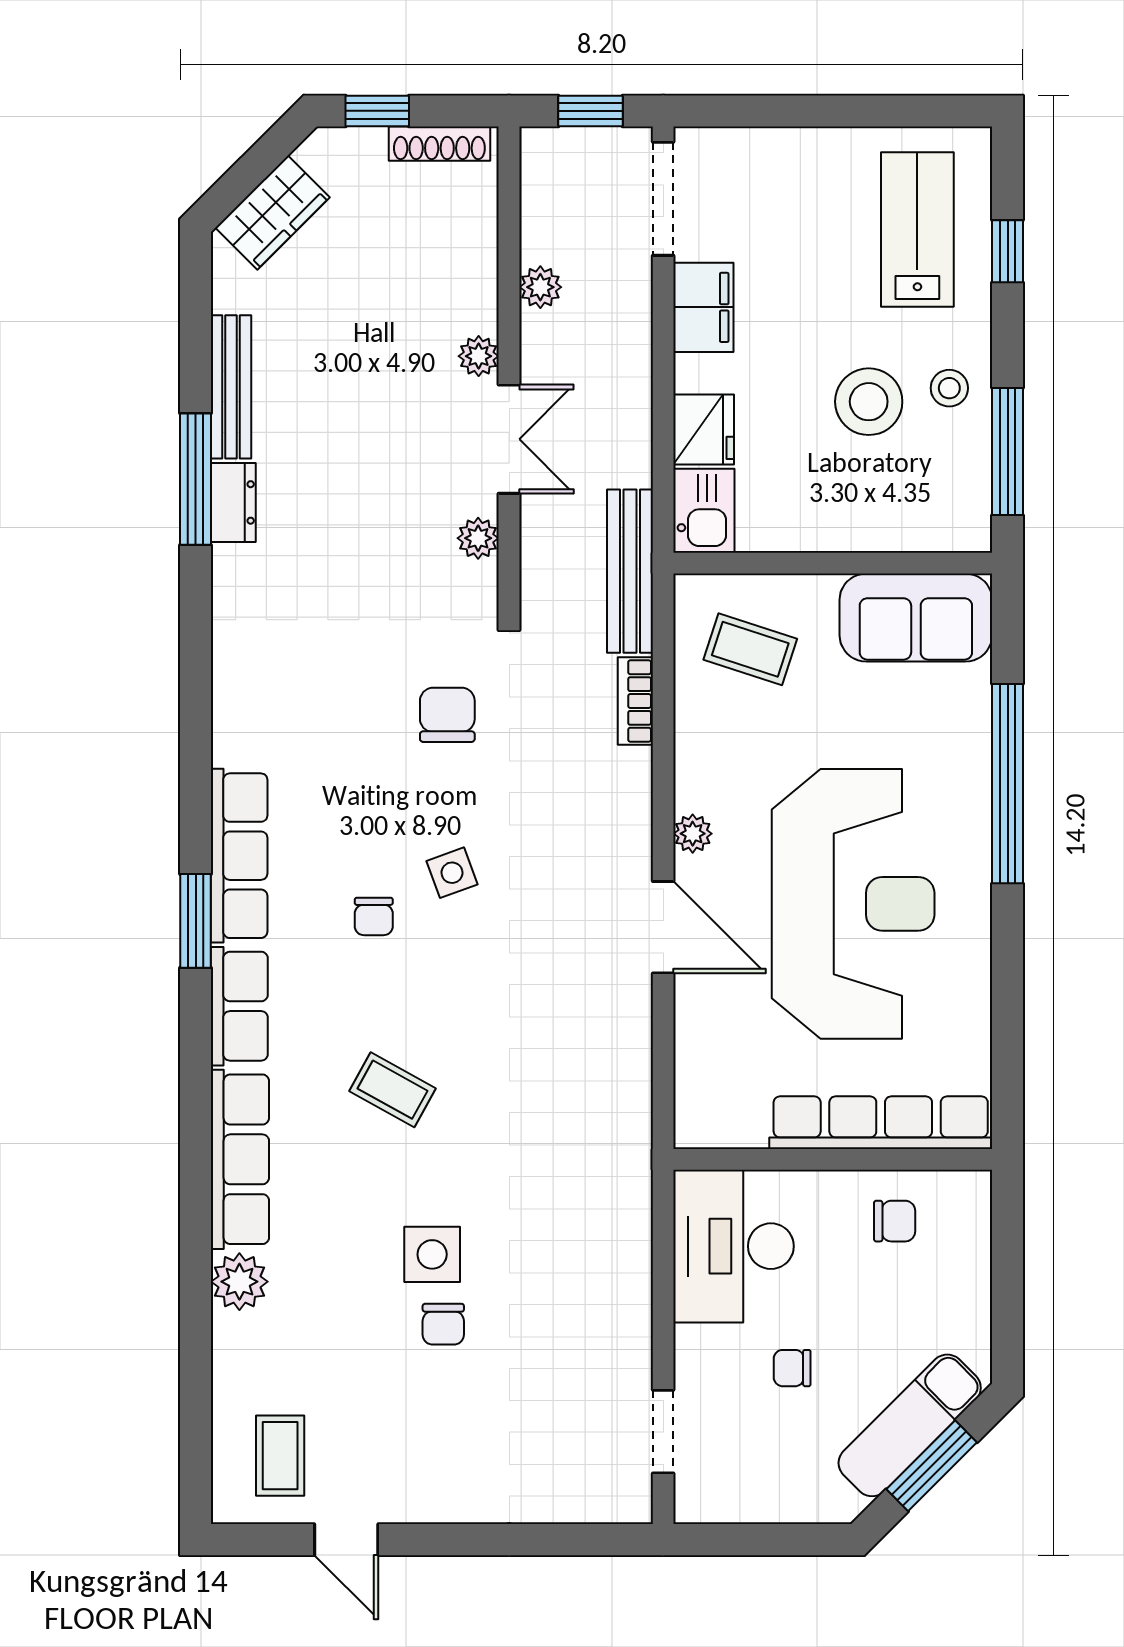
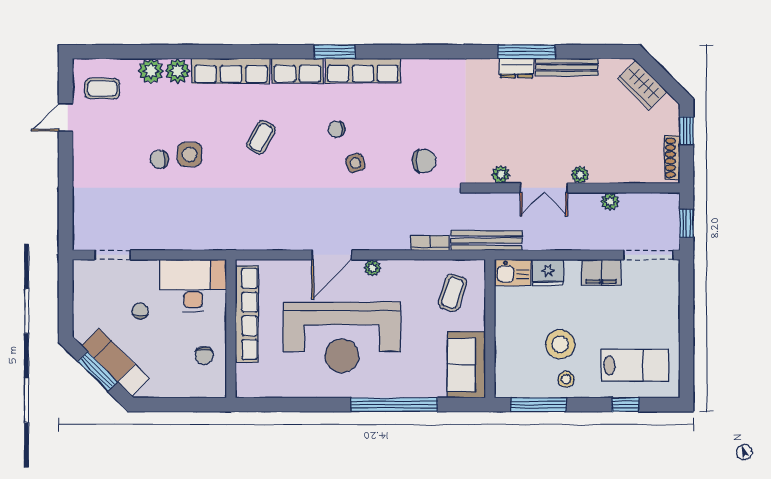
row of seats: (881, 1123) -> (247, 314), moved
plant: (240, 1343) -> (151, 71), added

